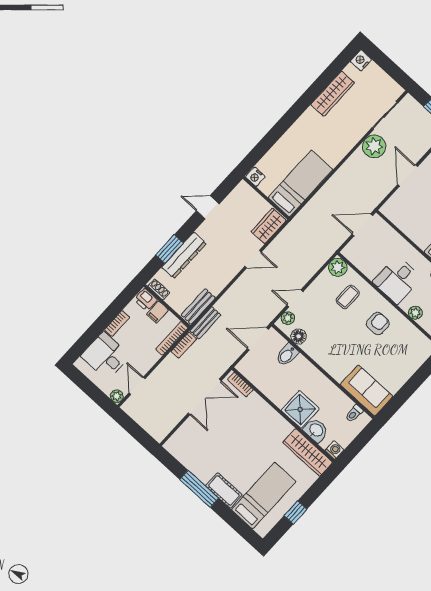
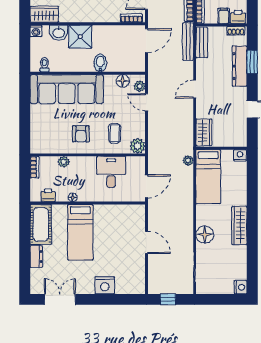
wardrobe: (333, 94) -> (239, 225), moved
floor lamp: (350, 136) -> (205, 234), added
plant: (374, 146) -> (188, 160), moved, width x0.53, depth x0.53
door: (253, 259) -> (195, 89), moved
desk: (397, 280) -> (111, 172), moved
door: (295, 298) -> (146, 102), swing flipped
bench: (205, 323) -> (188, 42), width x1.36
door: (258, 339) -> (146, 41), moved
bidet: (287, 355) -> (100, 63), moved
sofa: (367, 391) -> (67, 89), width x1.85, depth x1.27
wardrobe: (308, 452) -> (44, 14), width x0.67

